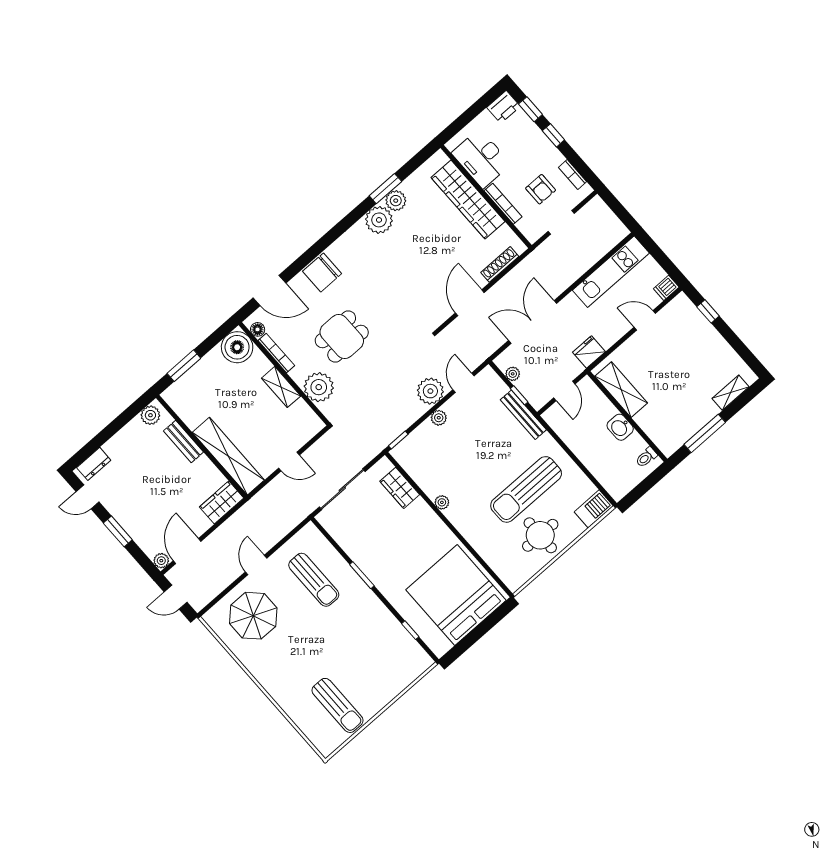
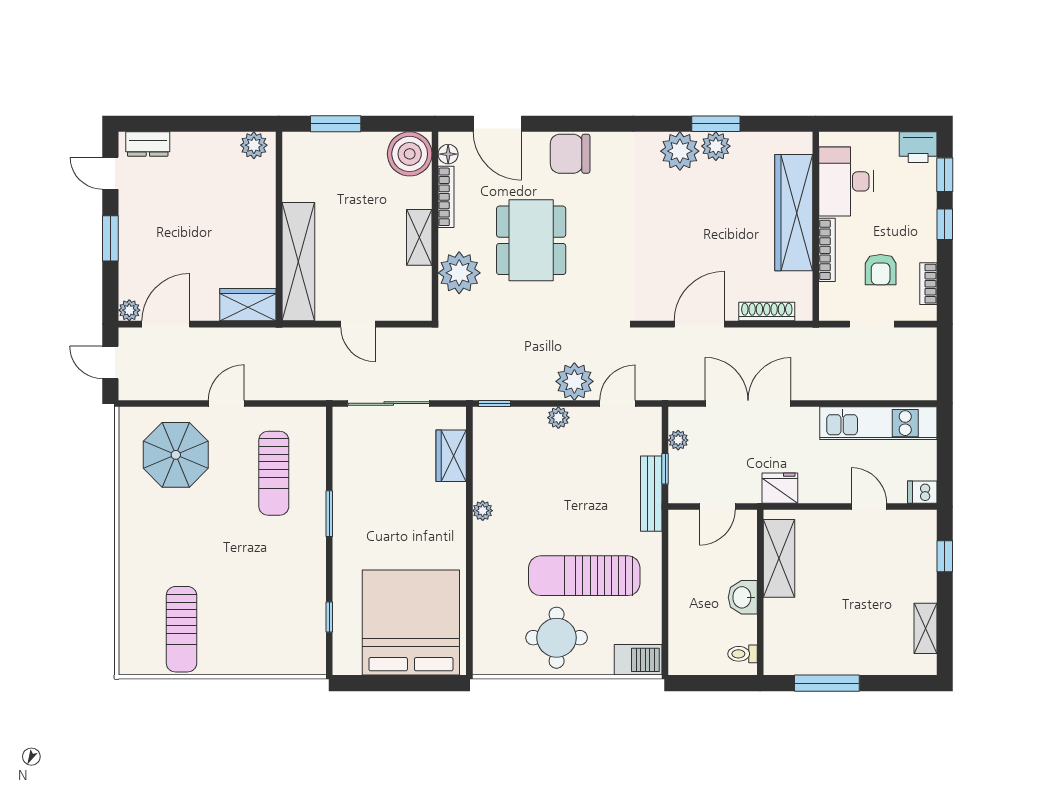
dining table: (342, 336) -> (531, 240), width x1.37
shelving: (731, 393) -> (925, 628), moved, turned 90
bench: (183, 442) -> (264, 204), removed

